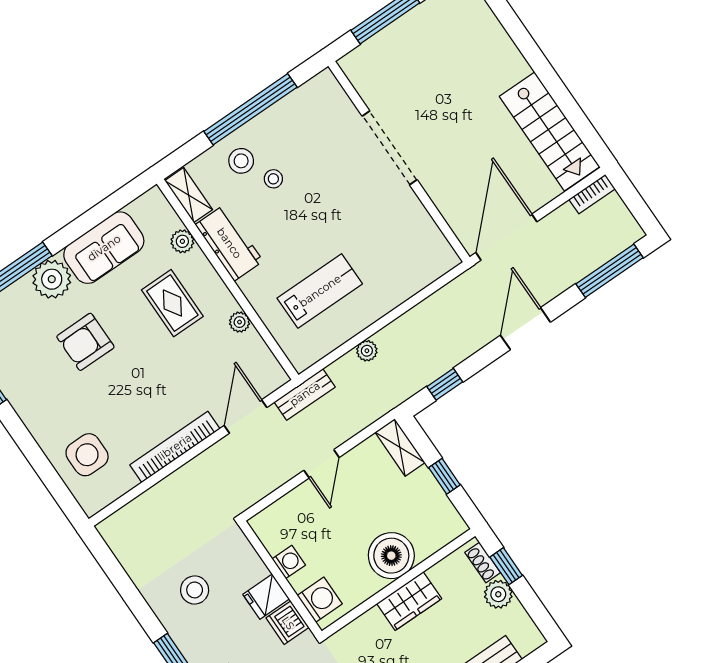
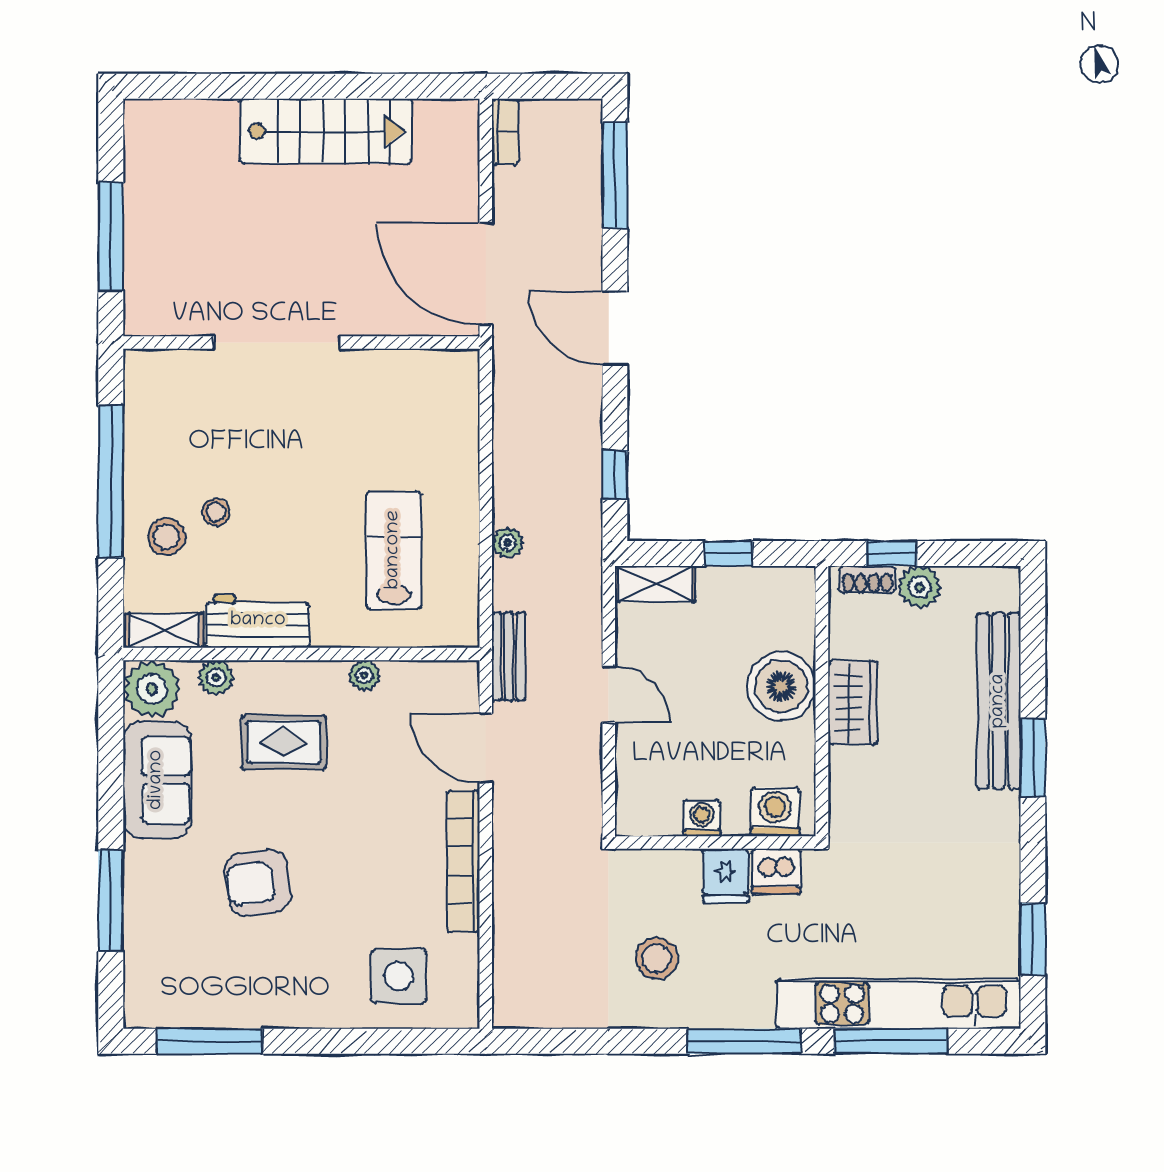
stairs: (550, 132) -> (326, 131), moved
plant: (52, 279) -> (152, 689), moved
armchair: (85, 342) -> (258, 883), turned 82

